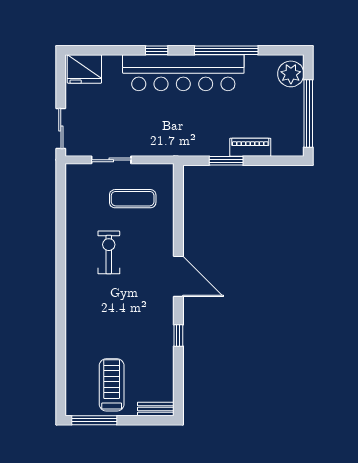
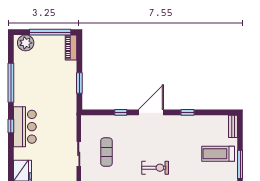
bar counter: (183, 73) -> (25, 127), width x0.54
piano: (250, 147) -> (71, 47), moved
exercise mat: (133, 199) -> (106, 152), moved
window: (178, 228) -> (121, 112), added
exercise bike: (109, 252) -> (155, 168), moved, turned 180

